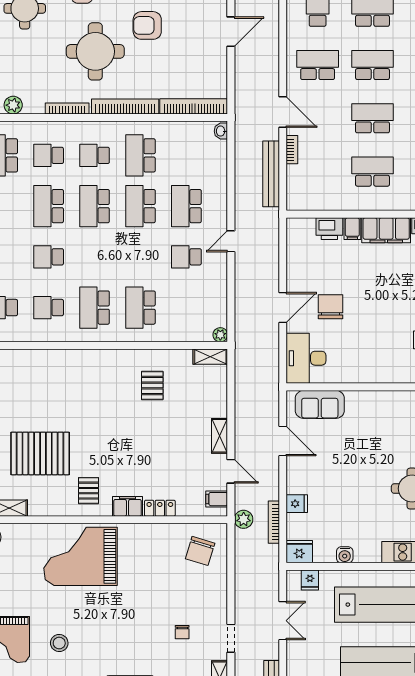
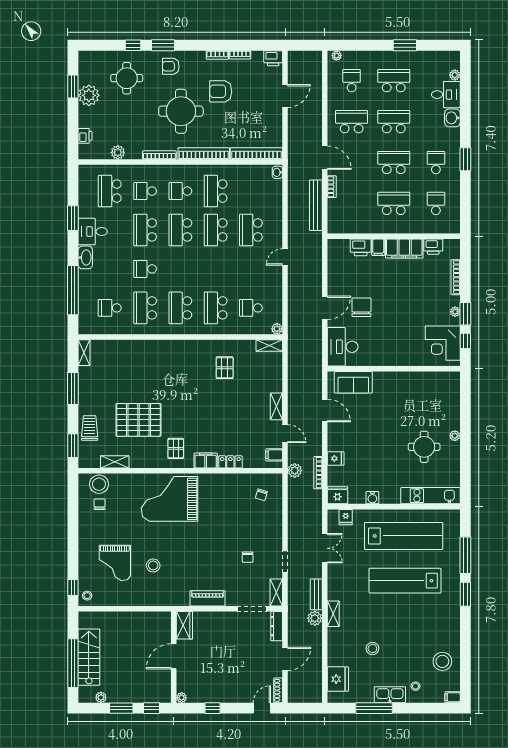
school desk: (186, 257) -> (251, 308), moved
school desk: (49, 308) -> (145, 308), width x1.85
chair: (200, 551) -> (261, 495), width x0.54, depth x0.54

